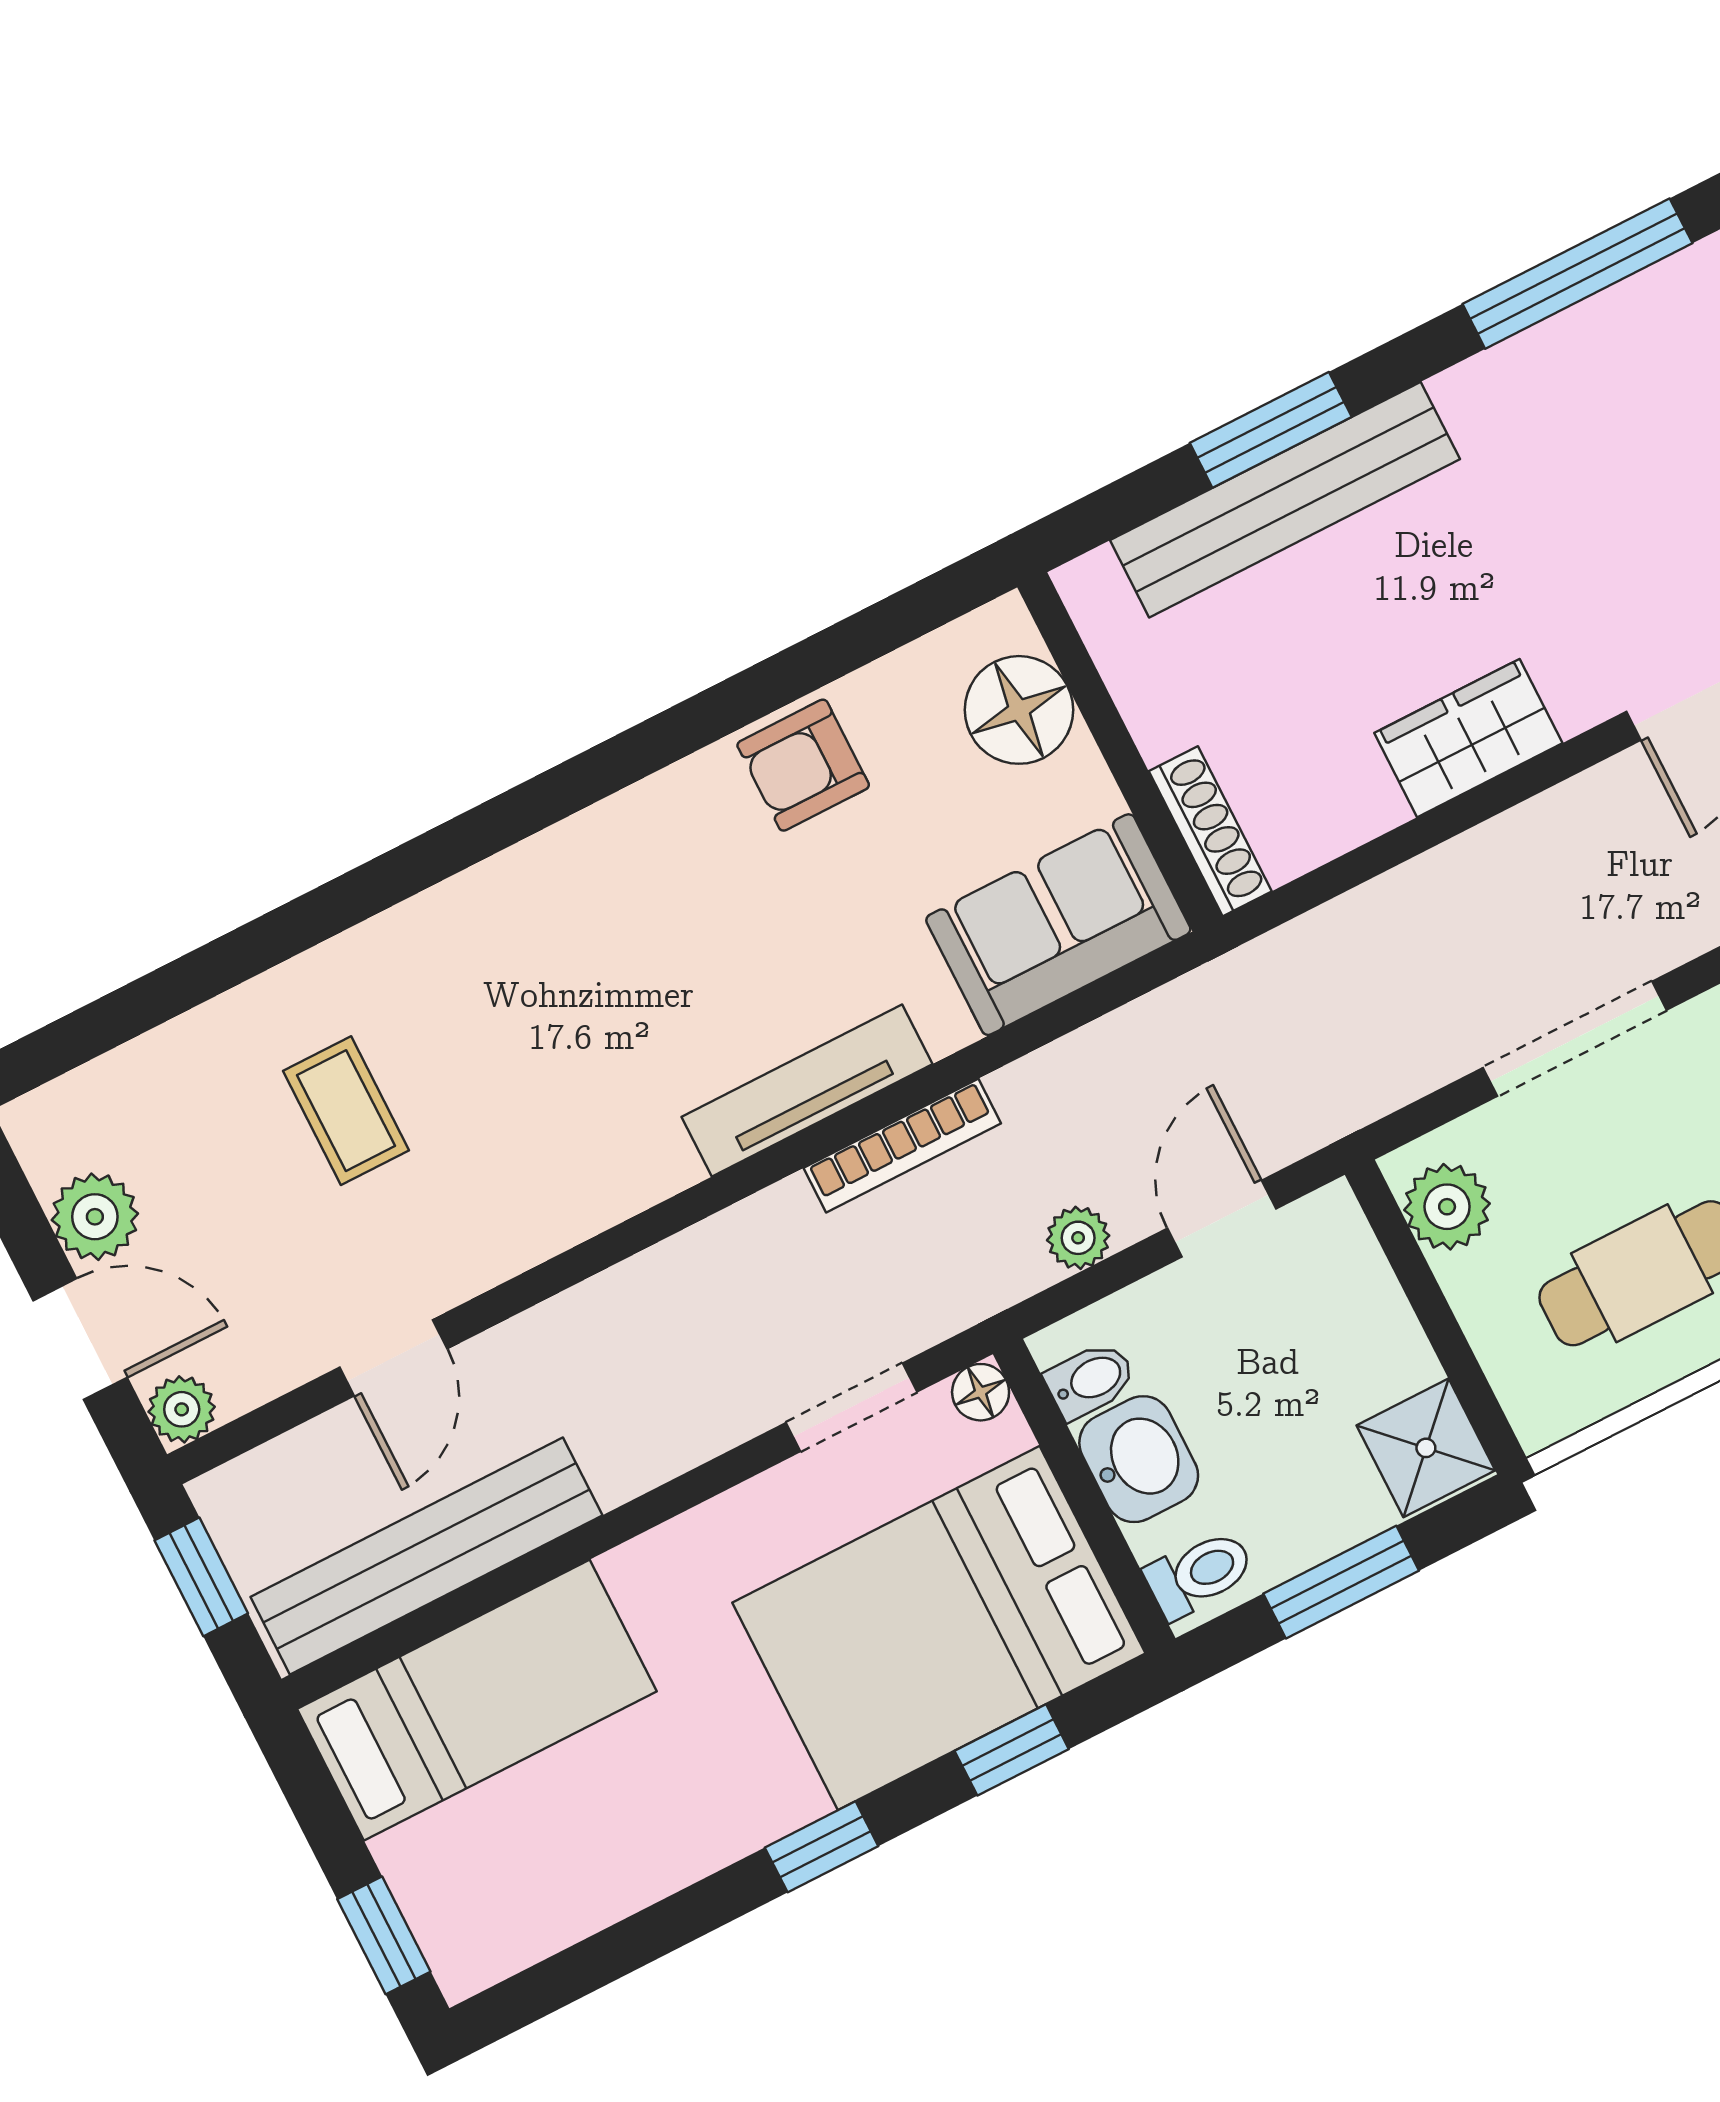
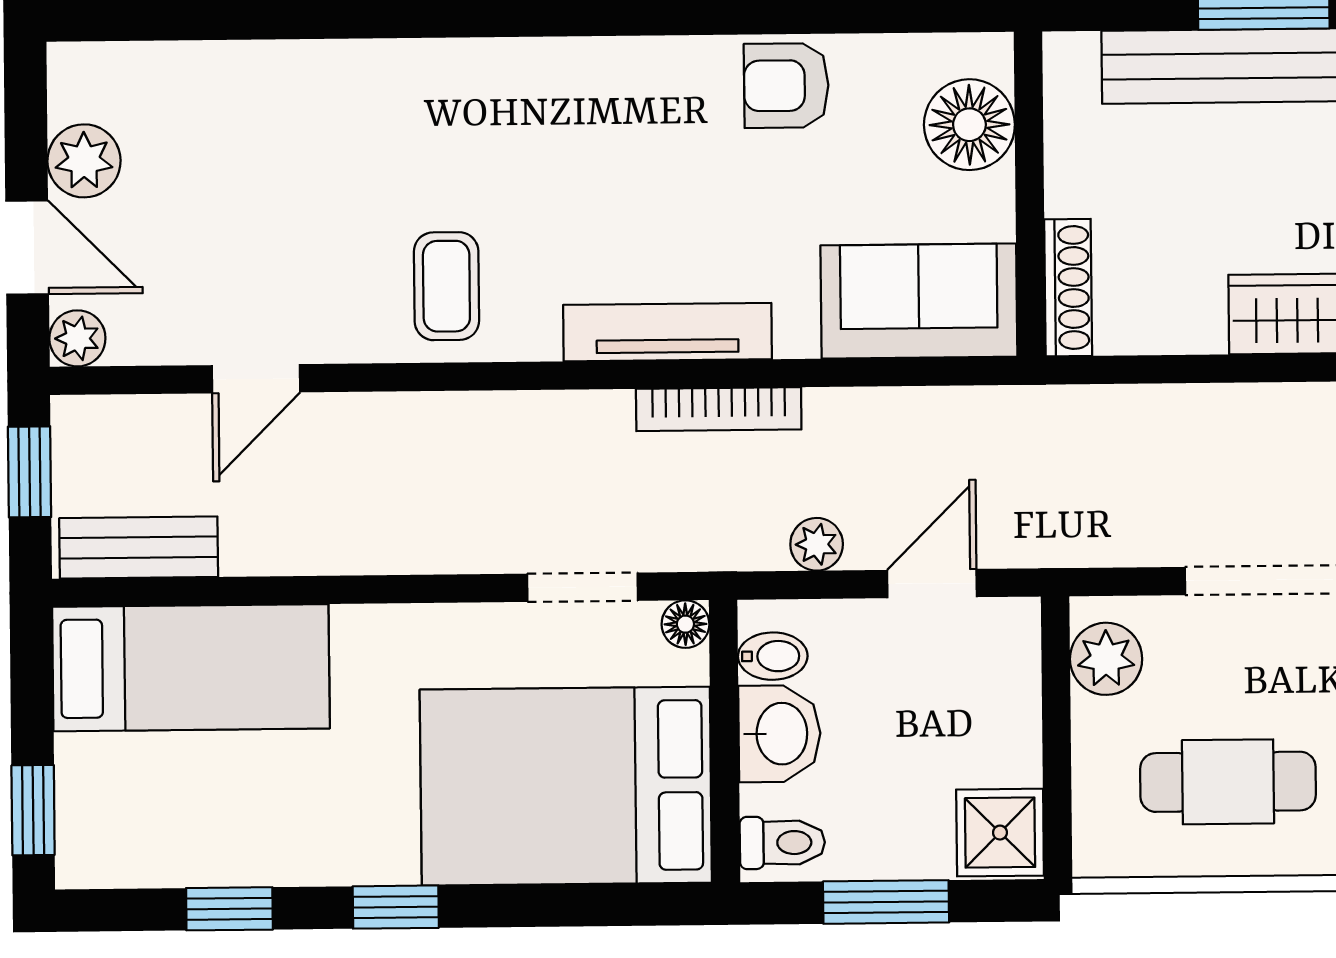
coffee table: (346, 1111) -> (446, 286), moved
bench: (426, 1556) -> (139, 548), width x0.54, depth x0.82
window: (1012, 1750) -> (229, 909), moved

